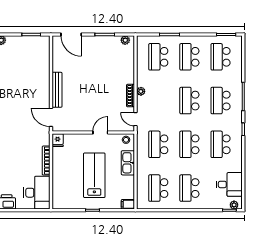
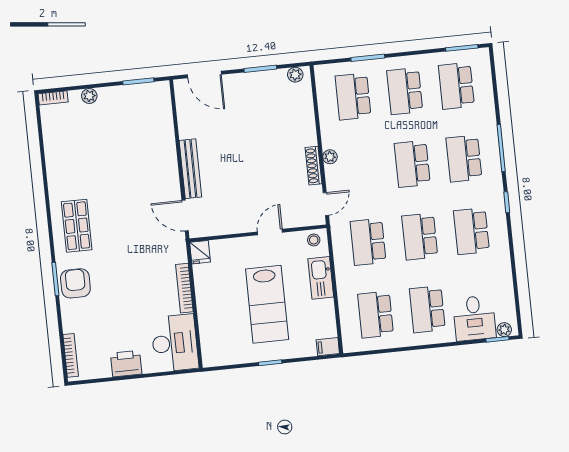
door: (135, 119) -> (326, 204), swing flipped
lab bench: (94, 175) -> (267, 304), turned 180
desk: (229, 184) -> (474, 318), moved, turned 90

